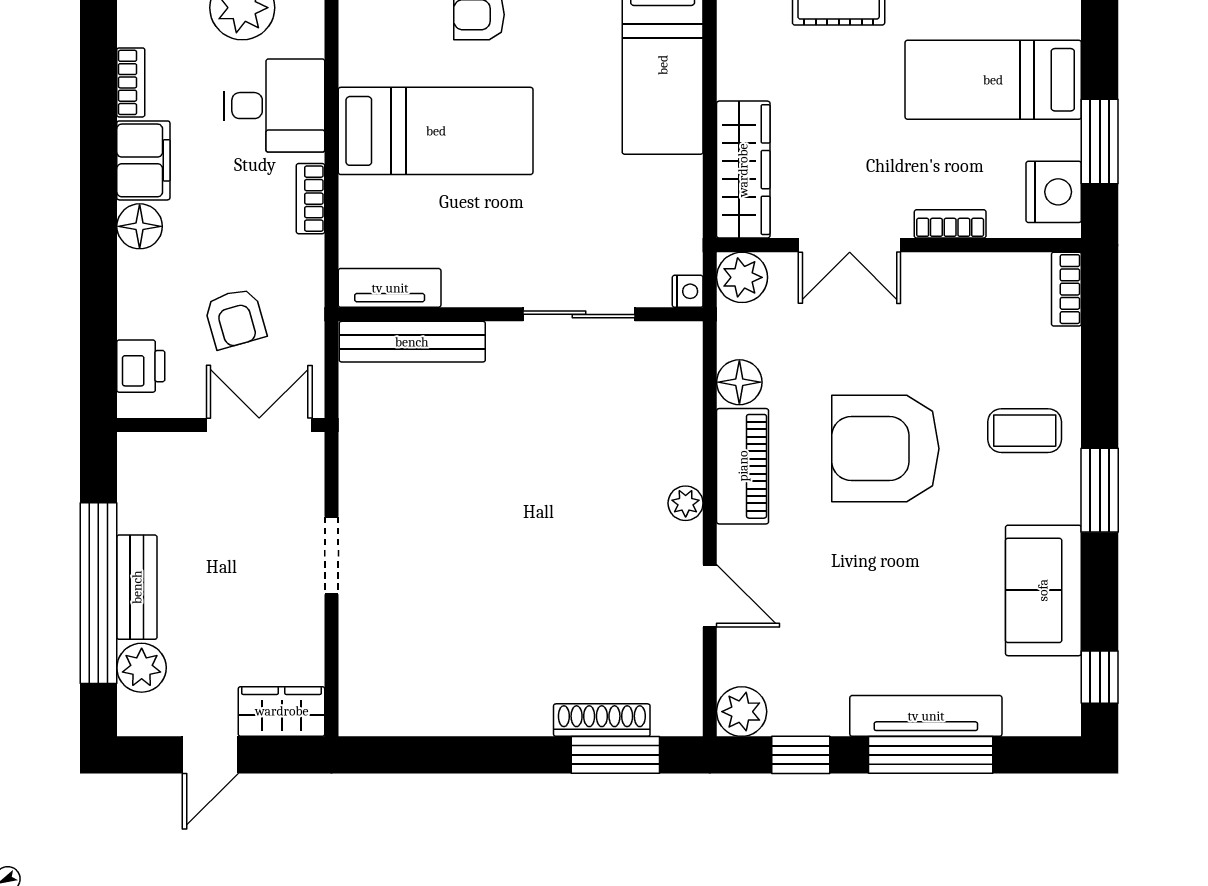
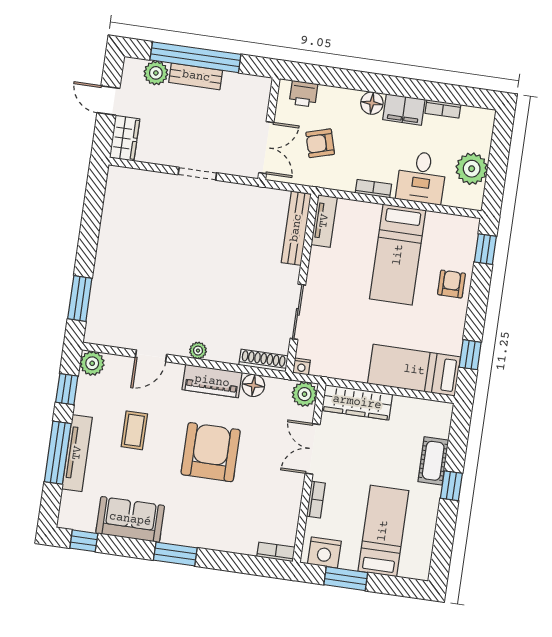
coffee table: (1025, 431) -> (134, 430), moved
shoe rack: (602, 720) -> (263, 360), moved, turned -90

